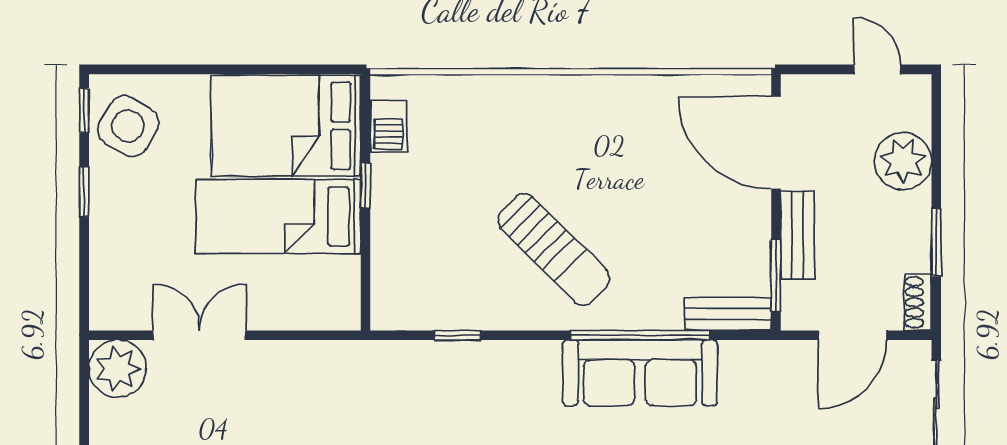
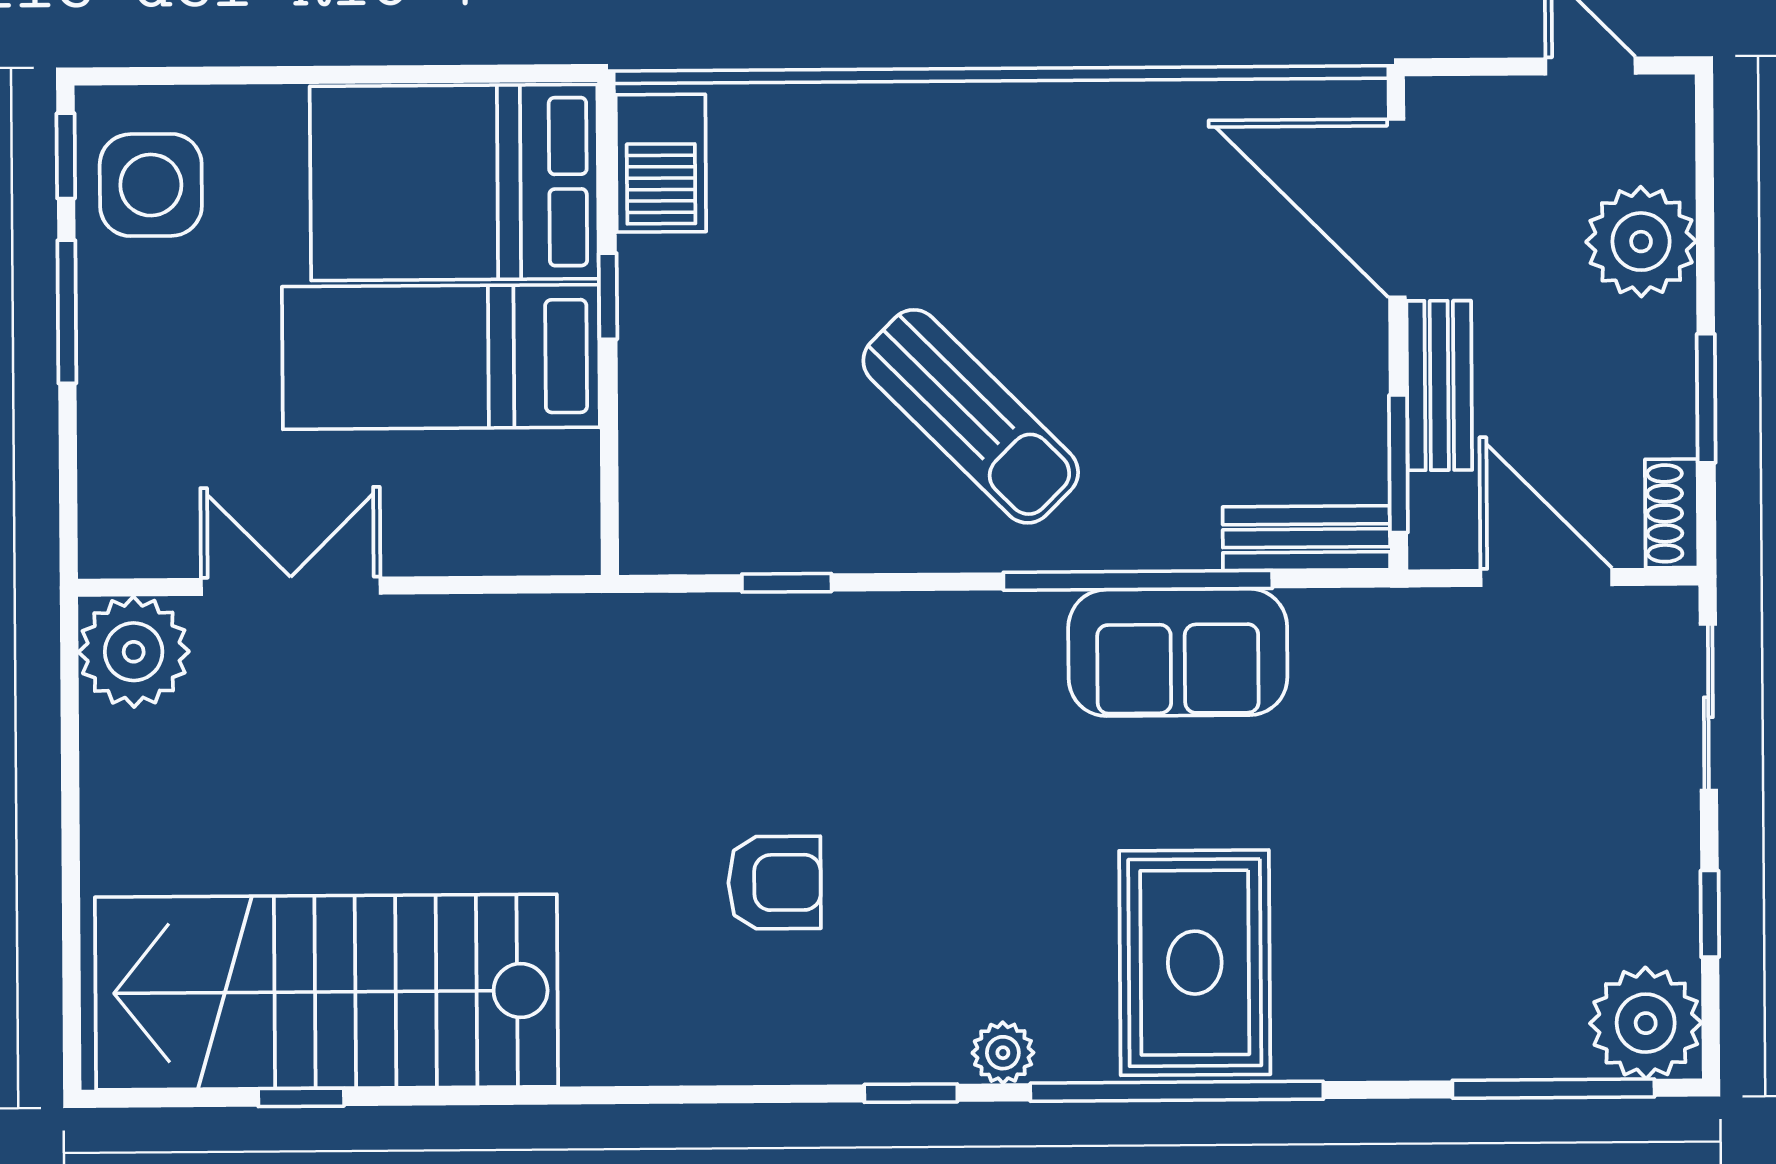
side table: (128, 126) -> (151, 185), turned -30
barbecue: (389, 126) -> (661, 163), width x1.38, depth x1.27
window: (84, 192) -> (67, 312), width x1.50
door: (852, 335) -> (1546, 577), swing flipped
sofa: (640, 373) -> (1178, 652), width x0.73

